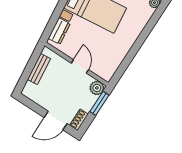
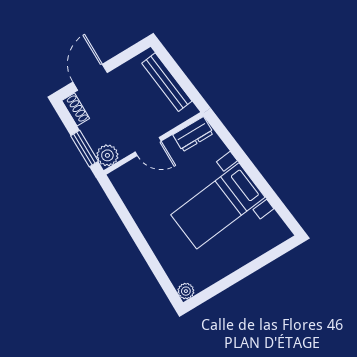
dresser: (59, 31) -> (193, 134), moved, turned -84
bench: (39, 69) -> (167, 82), width x1.36

